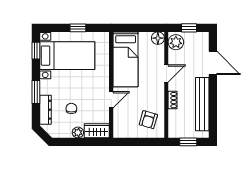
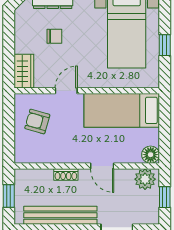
door: (111, 100) -> (66, 91), swing flipped
armchair: (148, 120) -> (37, 122), moved
plant: (78, 132) -> (22, 45), removed

